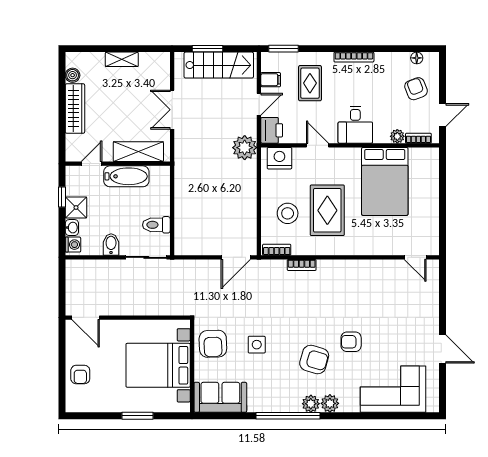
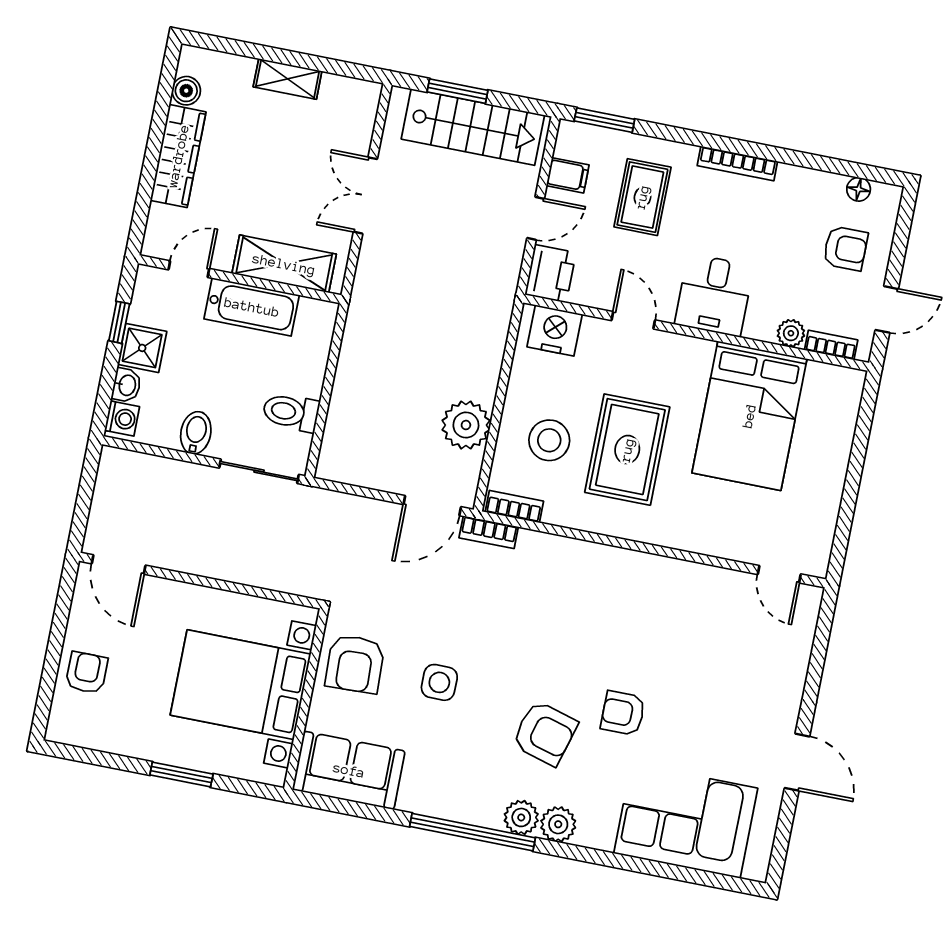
armchair: (416, 89) -> (845, 248), turned 111
plant: (245, 148) -> (466, 425), moved
bookcase: (302, 265) -> (489, 532), moved
armchair: (80, 375) -> (87, 673), turned 180

